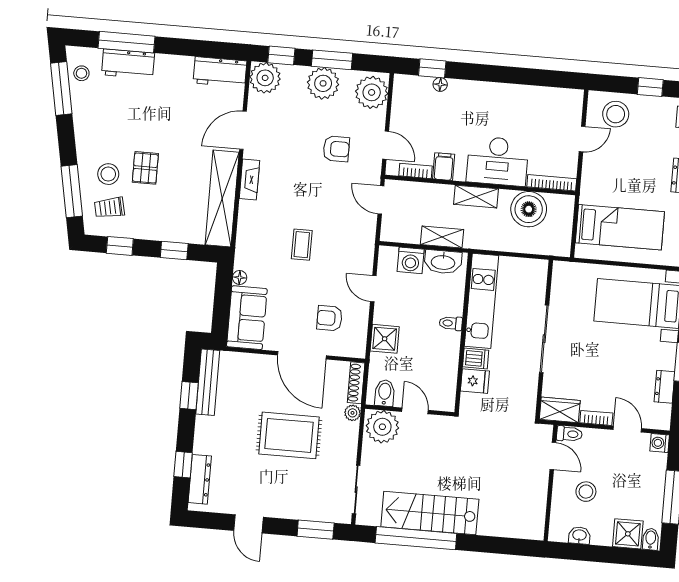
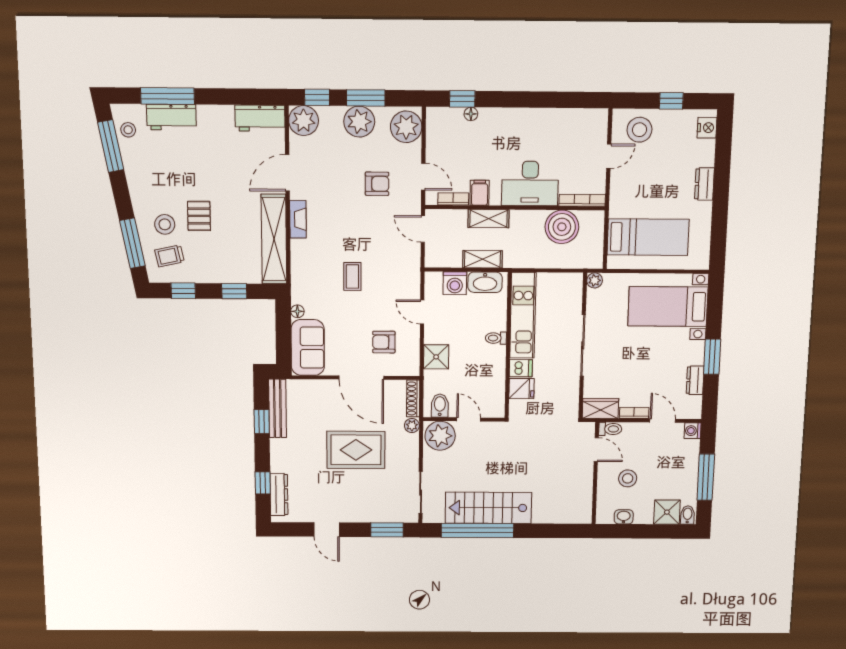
shelving: (476, 197) -> (489, 219), moved
plant: (561, 269) -> (595, 280), added

